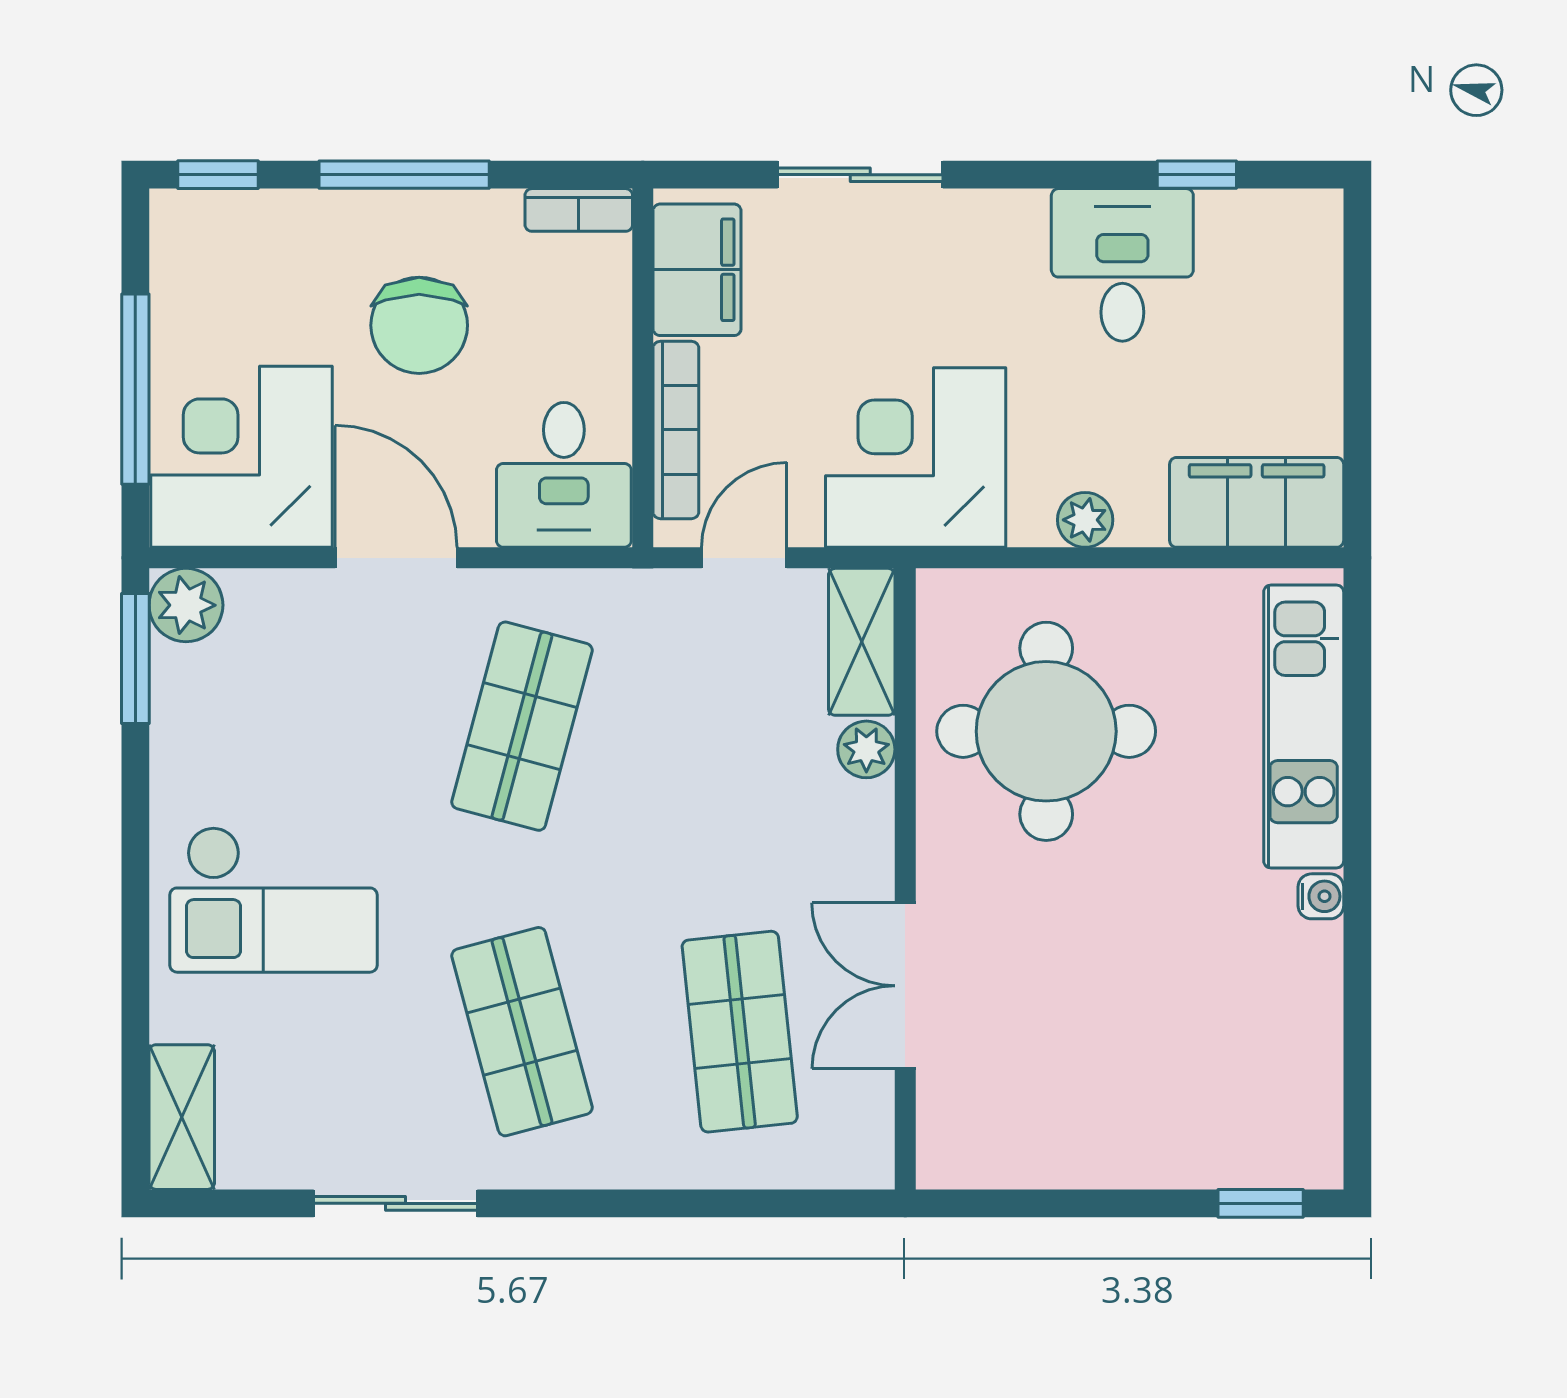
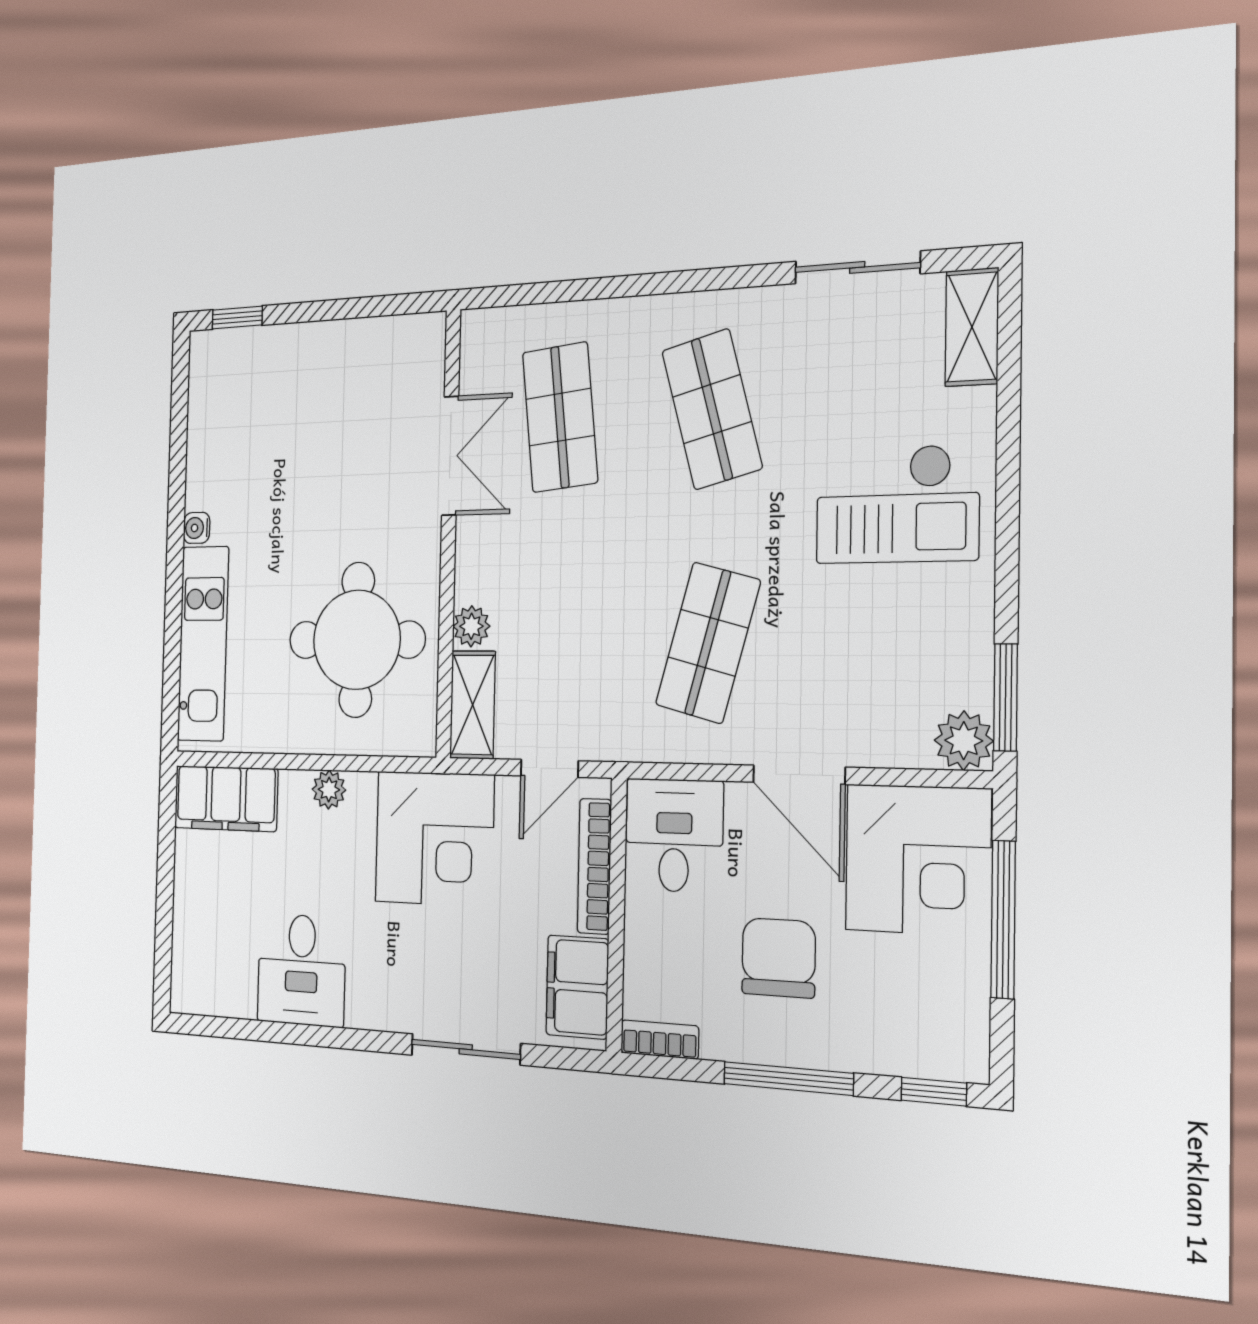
window: (1197, 175) -> (255, 1030), removed
checkout: (273, 899) -> (897, 504), turned 180
sliding door: (396, 1203) -> (857, 267), moved

